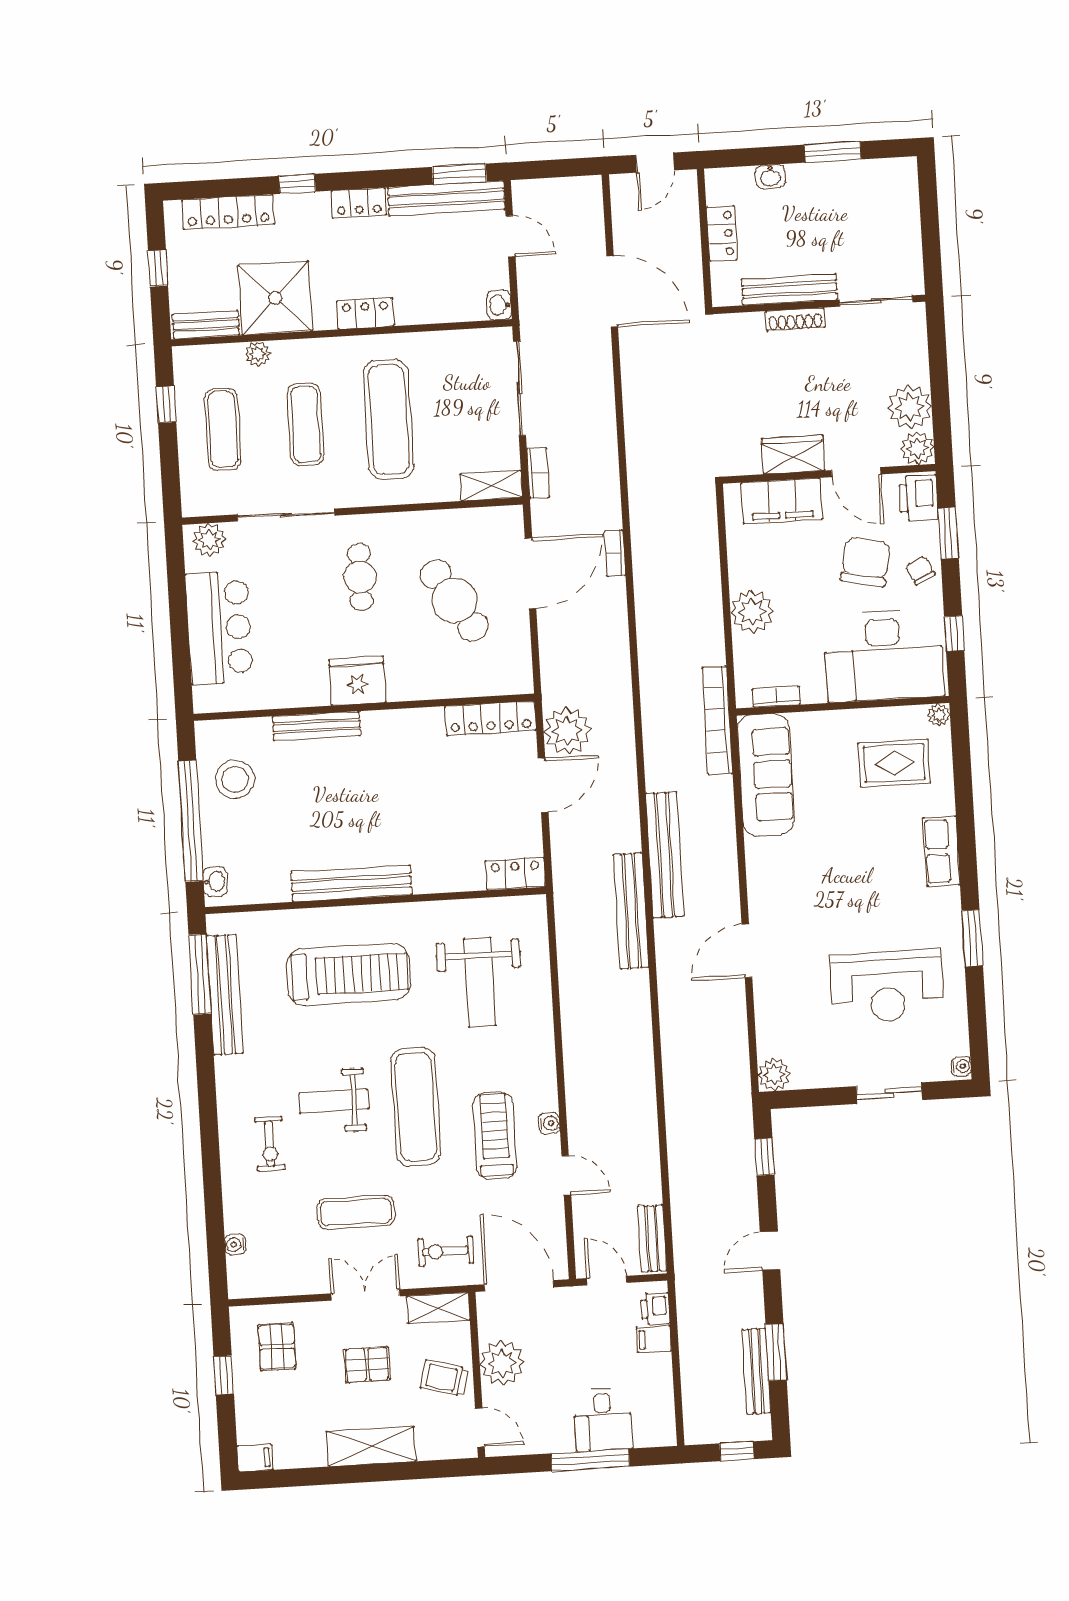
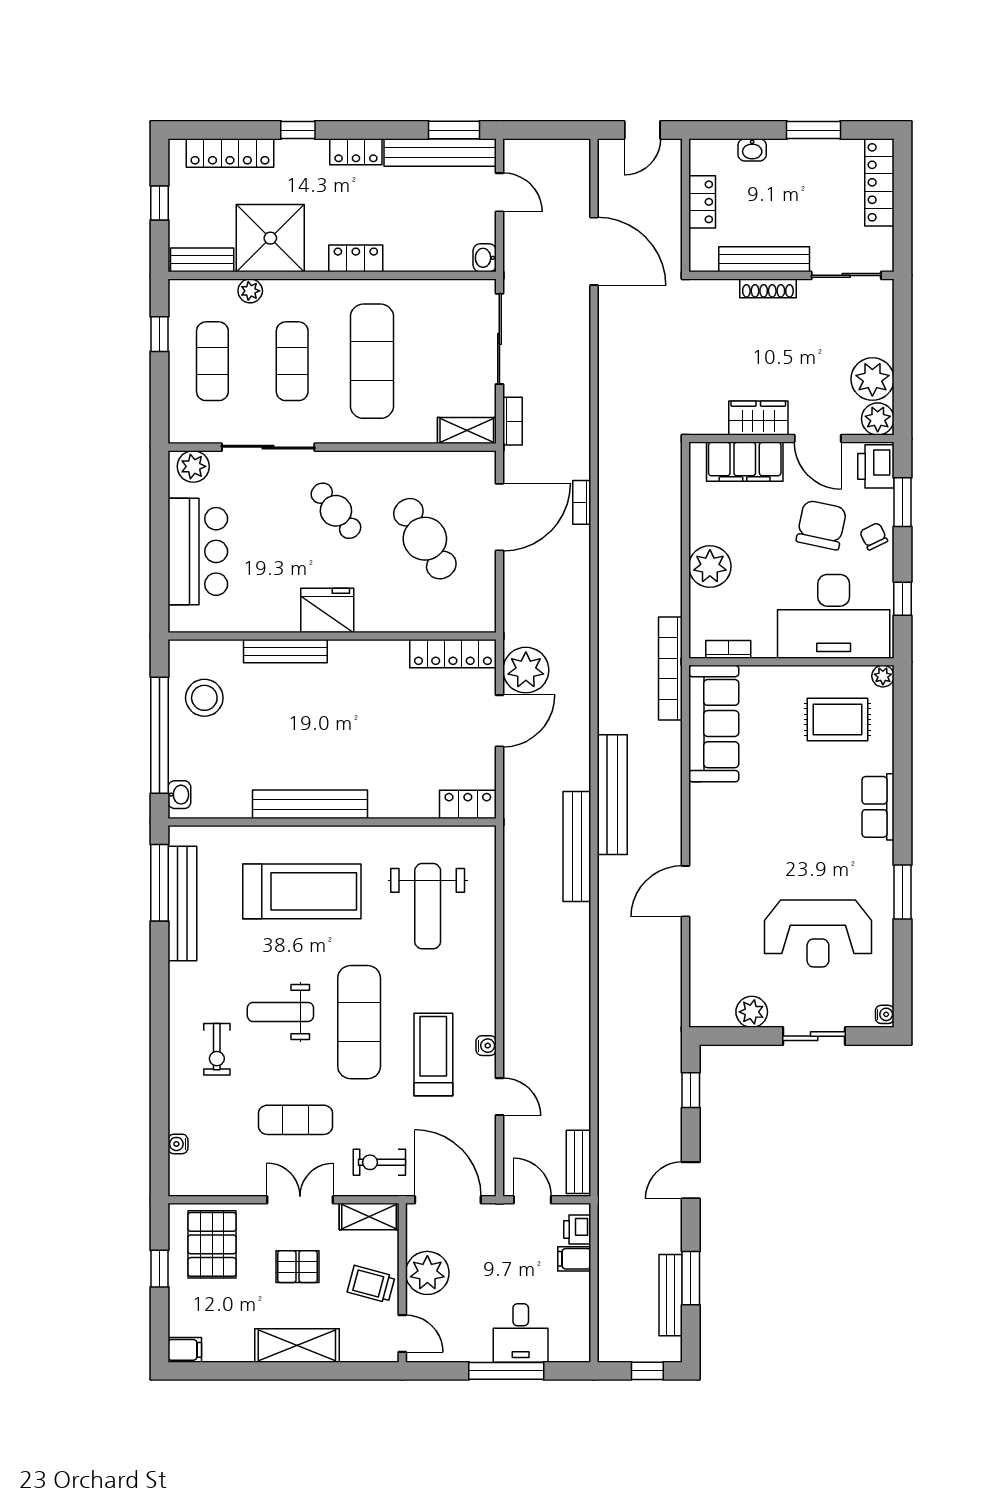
locker: (904, 202) -> (879, 182), added
cafe table: (360, 577) -> (336, 511), turned -39
plant: (774, 1075) -> (752, 1012), moved
pallet: (277, 1347) -> (212, 1244), width x1.50, depth x1.42

